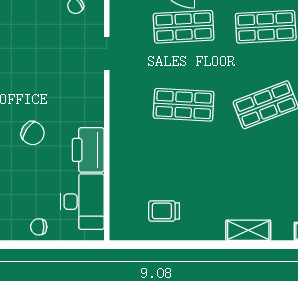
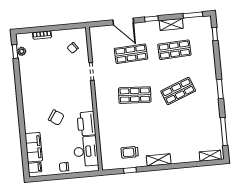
shelving: (248, 230) -> (159, 160), moved
window: (162, 245) -> (130, 170), added

